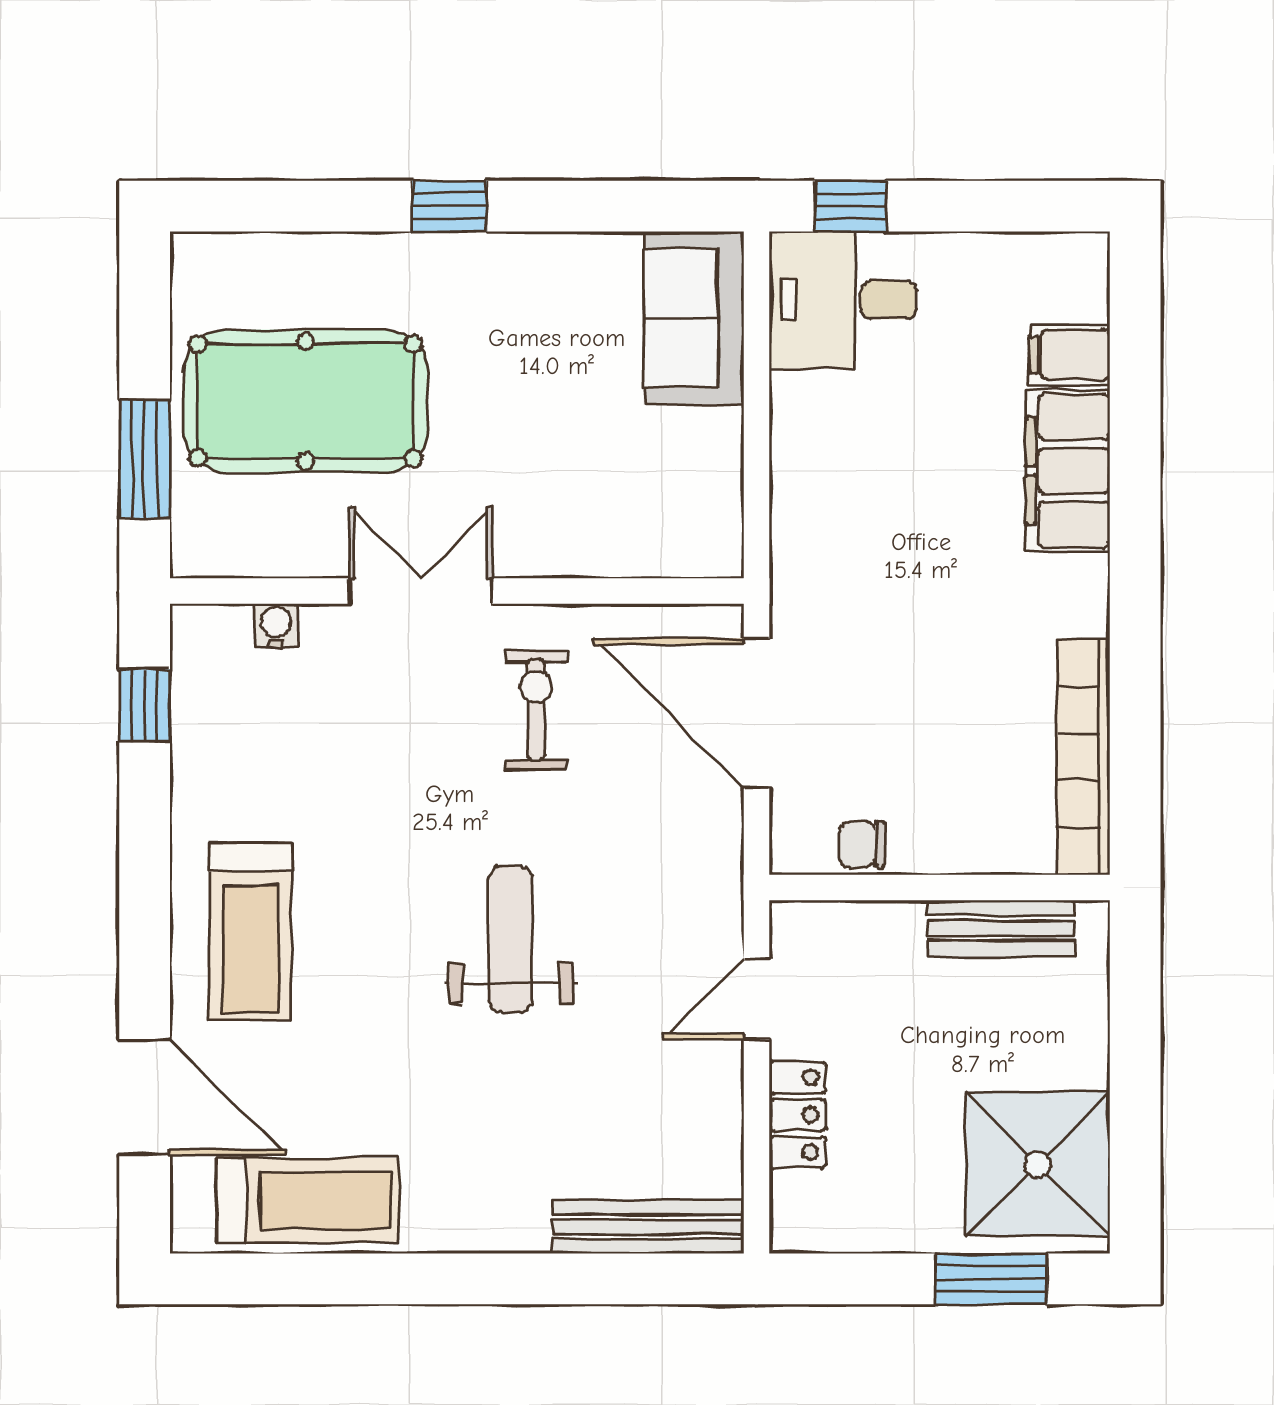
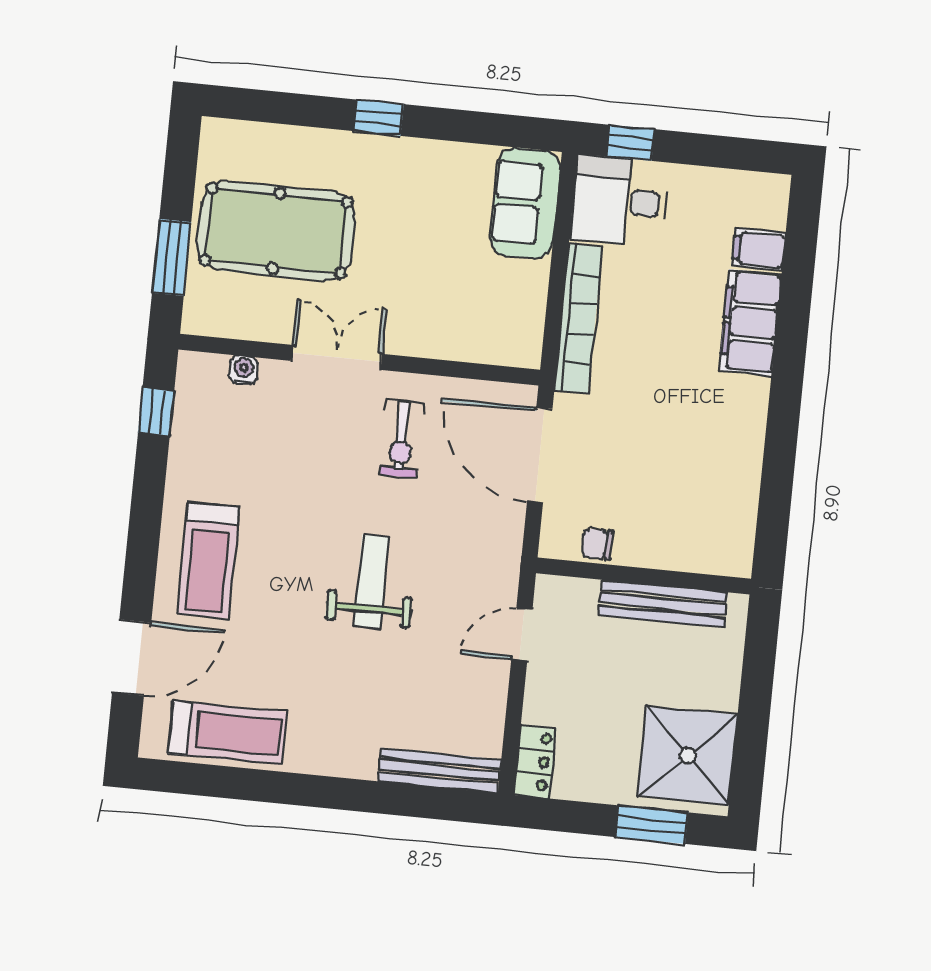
exercise bike: (536, 710) -> (401, 439), turned 180
bookcase: (1083, 757) -> (578, 318), moved, turned 180
bench: (1001, 928) -> (663, 604), width x1.36
door: (145, 1097) -> (132, 658), hinge flipped
locker: (798, 1115) -> (535, 761), moved

